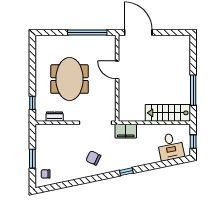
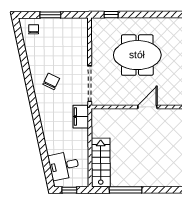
dresser: (55, 117) -> (96, 39), removed
window: (126, 172) -> (36, 117), removed

